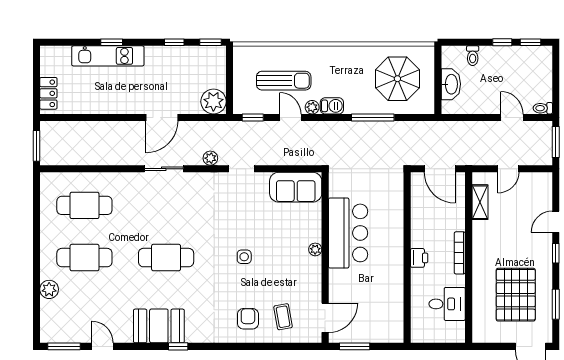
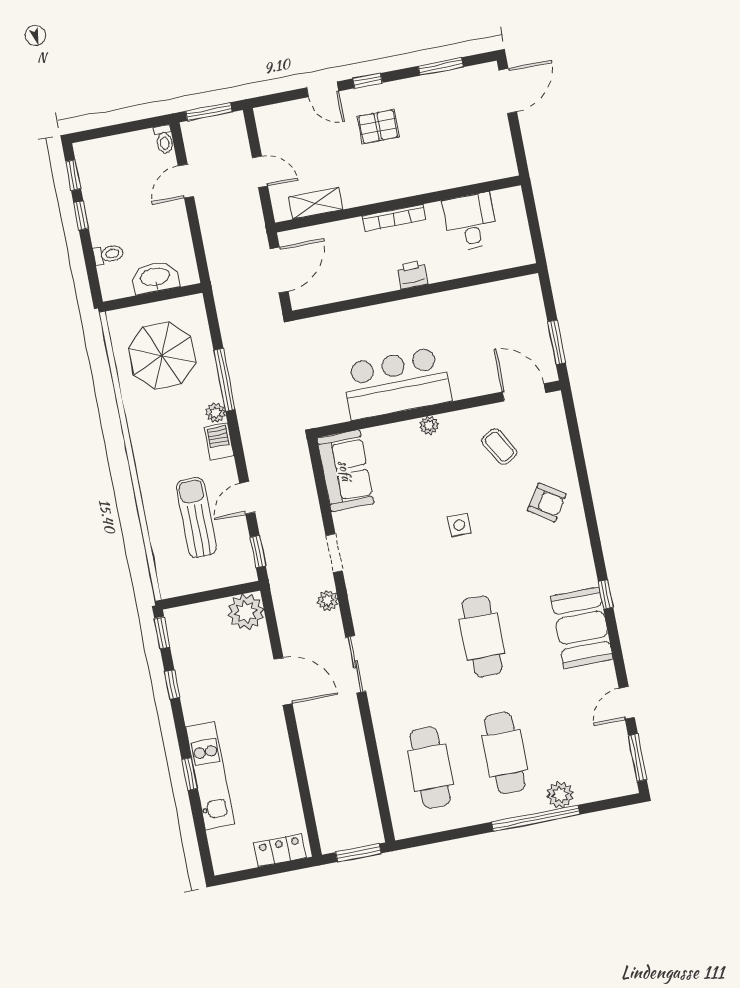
plant: (312, 107) -> (216, 413), moved
window: (36, 270) -> (536, 818), added
pallet: (516, 295) -> (378, 127), moved, width x0.49, depth x0.50
coffee table: (283, 317) -> (499, 447), moved, turned 70
armchair: (248, 319) -> (547, 502), turned -147

